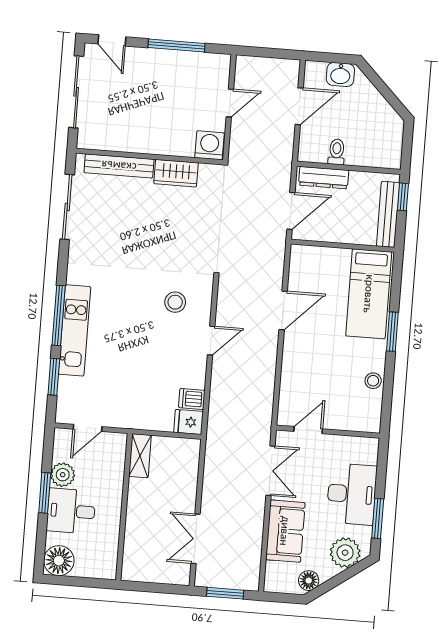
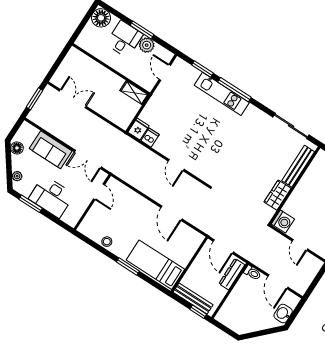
toilet: (337, 152) -> (252, 273), moved
stool: (175, 302) -> (208, 157), removed
plant: (345, 553) -> (17, 176), width x0.53, depth x0.53

